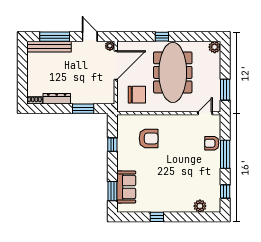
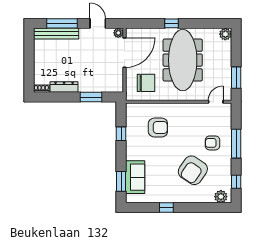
armchair: (212, 143) -> (212, 143), moved
armchair: (183, 180) -> (193, 170), added
plant: (200, 206) -> (221, 197), moved

